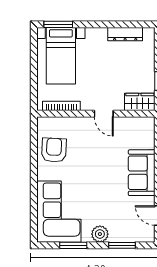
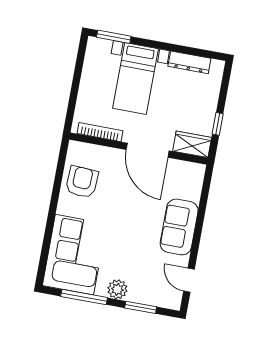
bed with nightstands: (61, 56) -> (135, 78), moved
door: (104, 114) -> (148, 150), width x1.88
window: (73, 245) -> (84, 297), width x1.44

